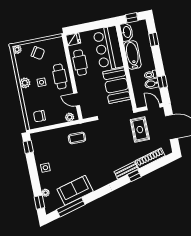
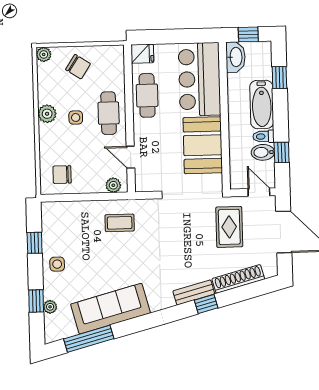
bathtub: (133, 55) -> (262, 104), moved, turned 180
window: (28, 147) -> (35, 243), moved
sofa: (75, 190) -> (110, 309), width x1.36
window: (39, 202) -> (36, 301), moved

